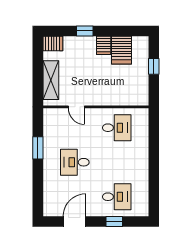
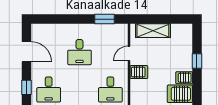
server rack: (53, 44) -> (139, 72), moved, turned -90
window: (38, 148) -> (104, 19), moved
desk: (75, 162) -> (80, 52), turned 180

